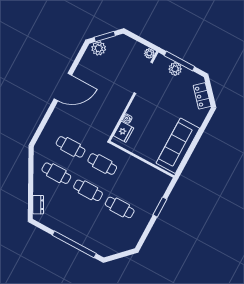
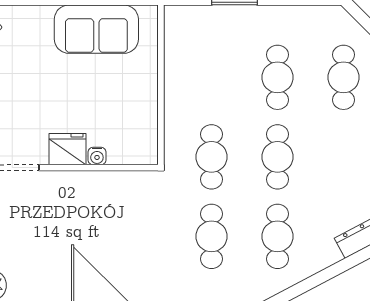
fridge: (124, 132) -> (67, 149), moved
sofa: (178, 146) -> (96, 29), width x0.73
cafe table: (105, 234) -> (344, 77), added

